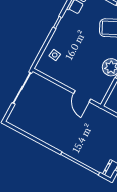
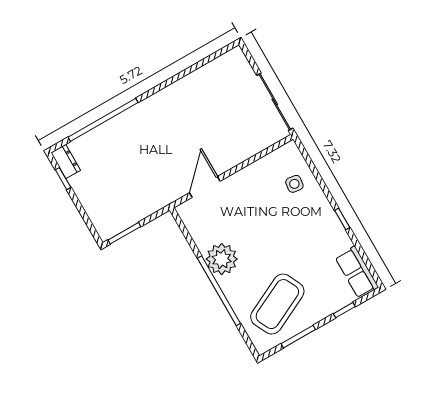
door: (82, 96) -> (205, 187), hinge flipped

